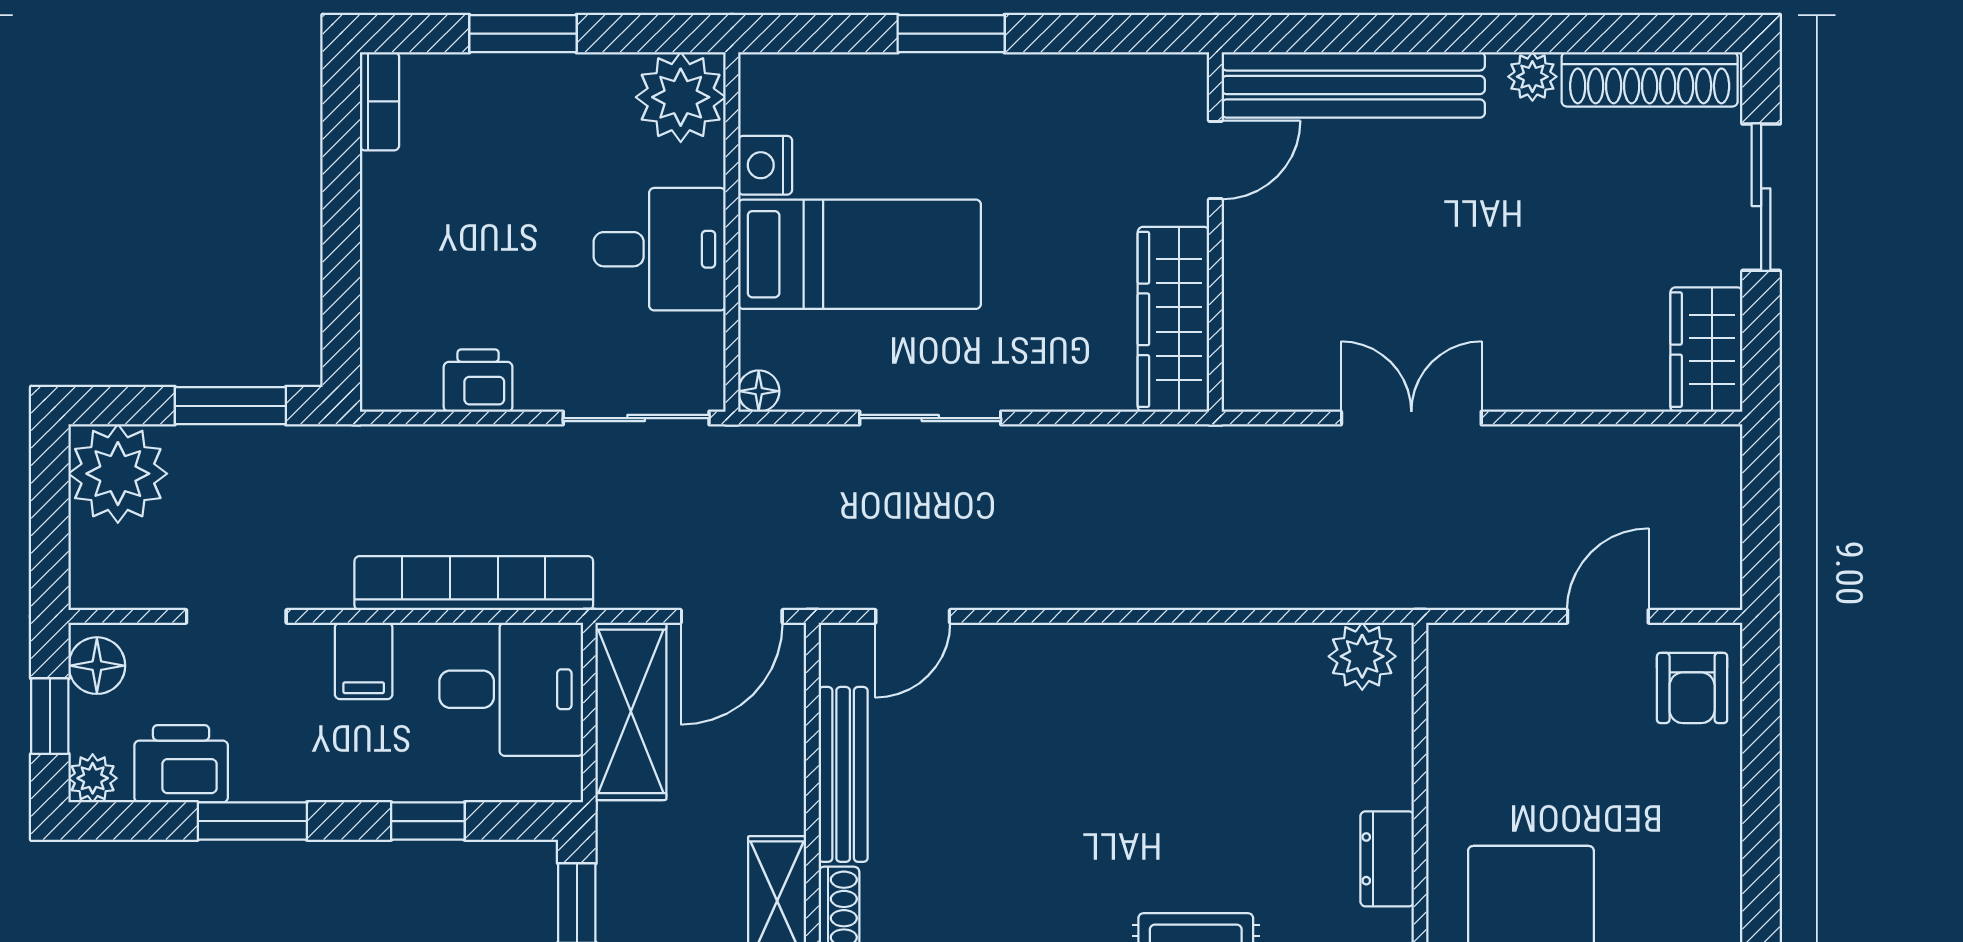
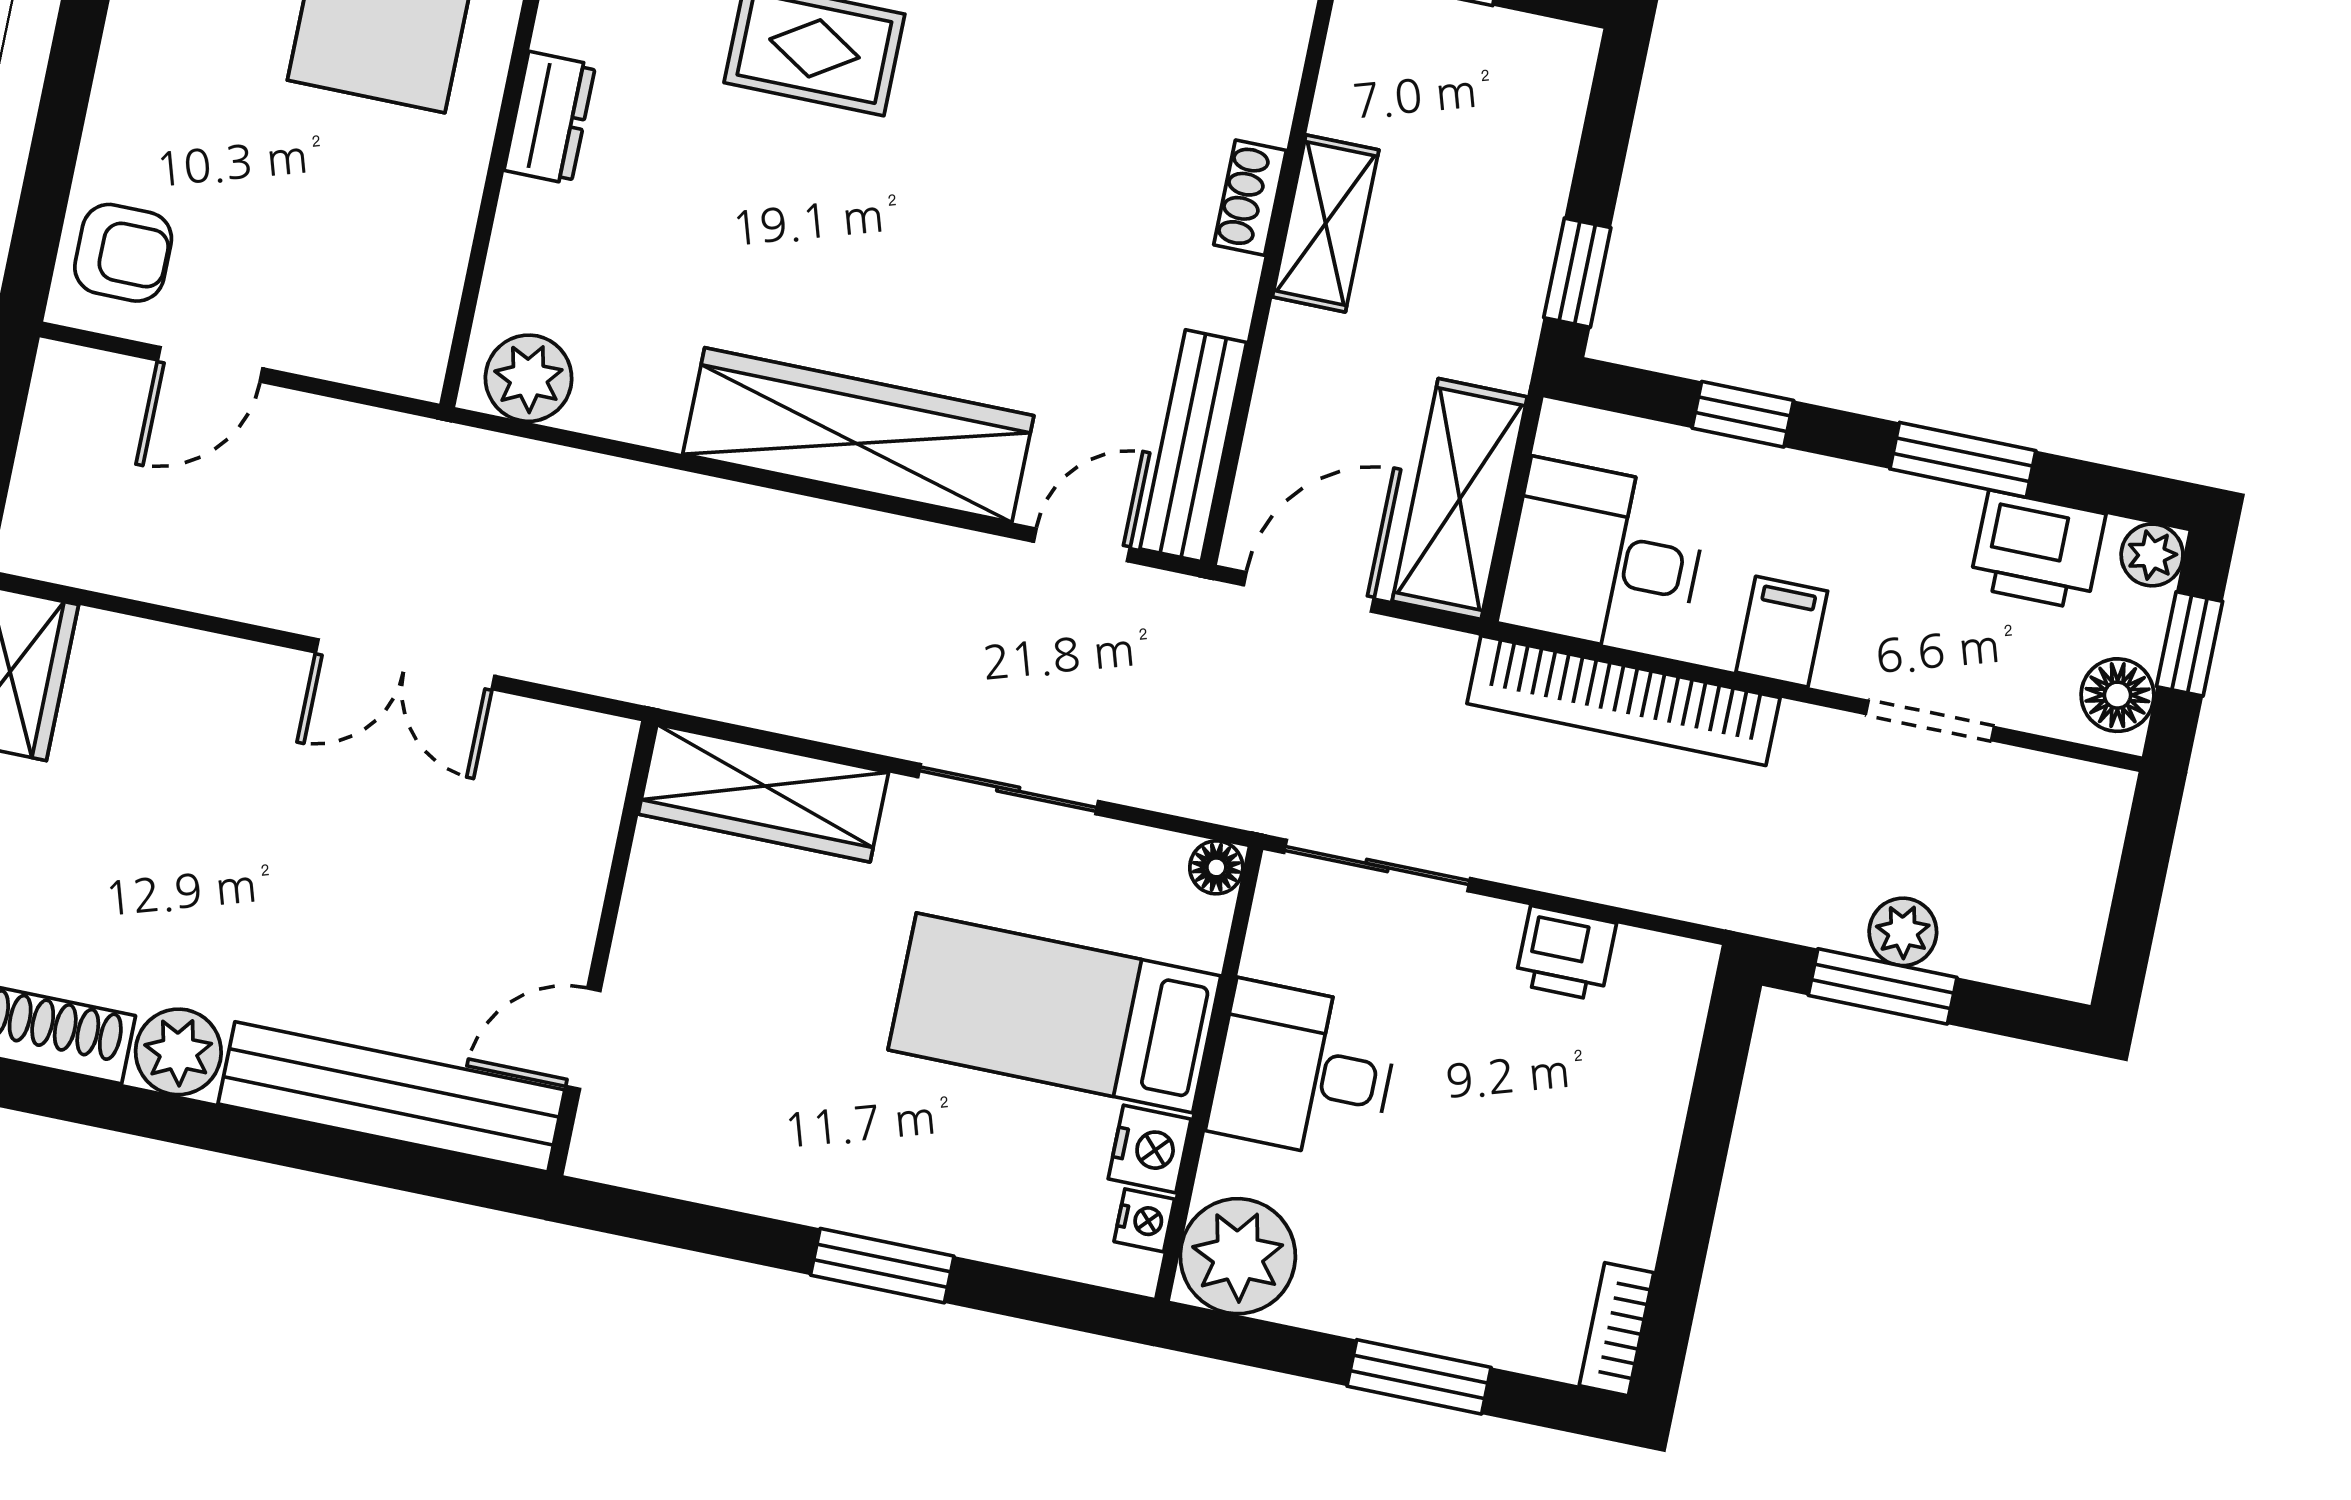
plant: (1532, 77) -> (178, 1052), width x1.38, depth x1.38
nightstand: (758, 110) -> (1144, 1220), added
wardrobe: (1173, 319) -> (763, 793), moved, turned 90
plant: (118, 474) -> (1903, 932), moved, width x0.53, depth x0.53
wardrobe: (1101, 665) -> (858, 435), added
armchair: (1692, 688) -> (123, 253), turned 90
bench: (843, 774) -> (1193, 446), moved

